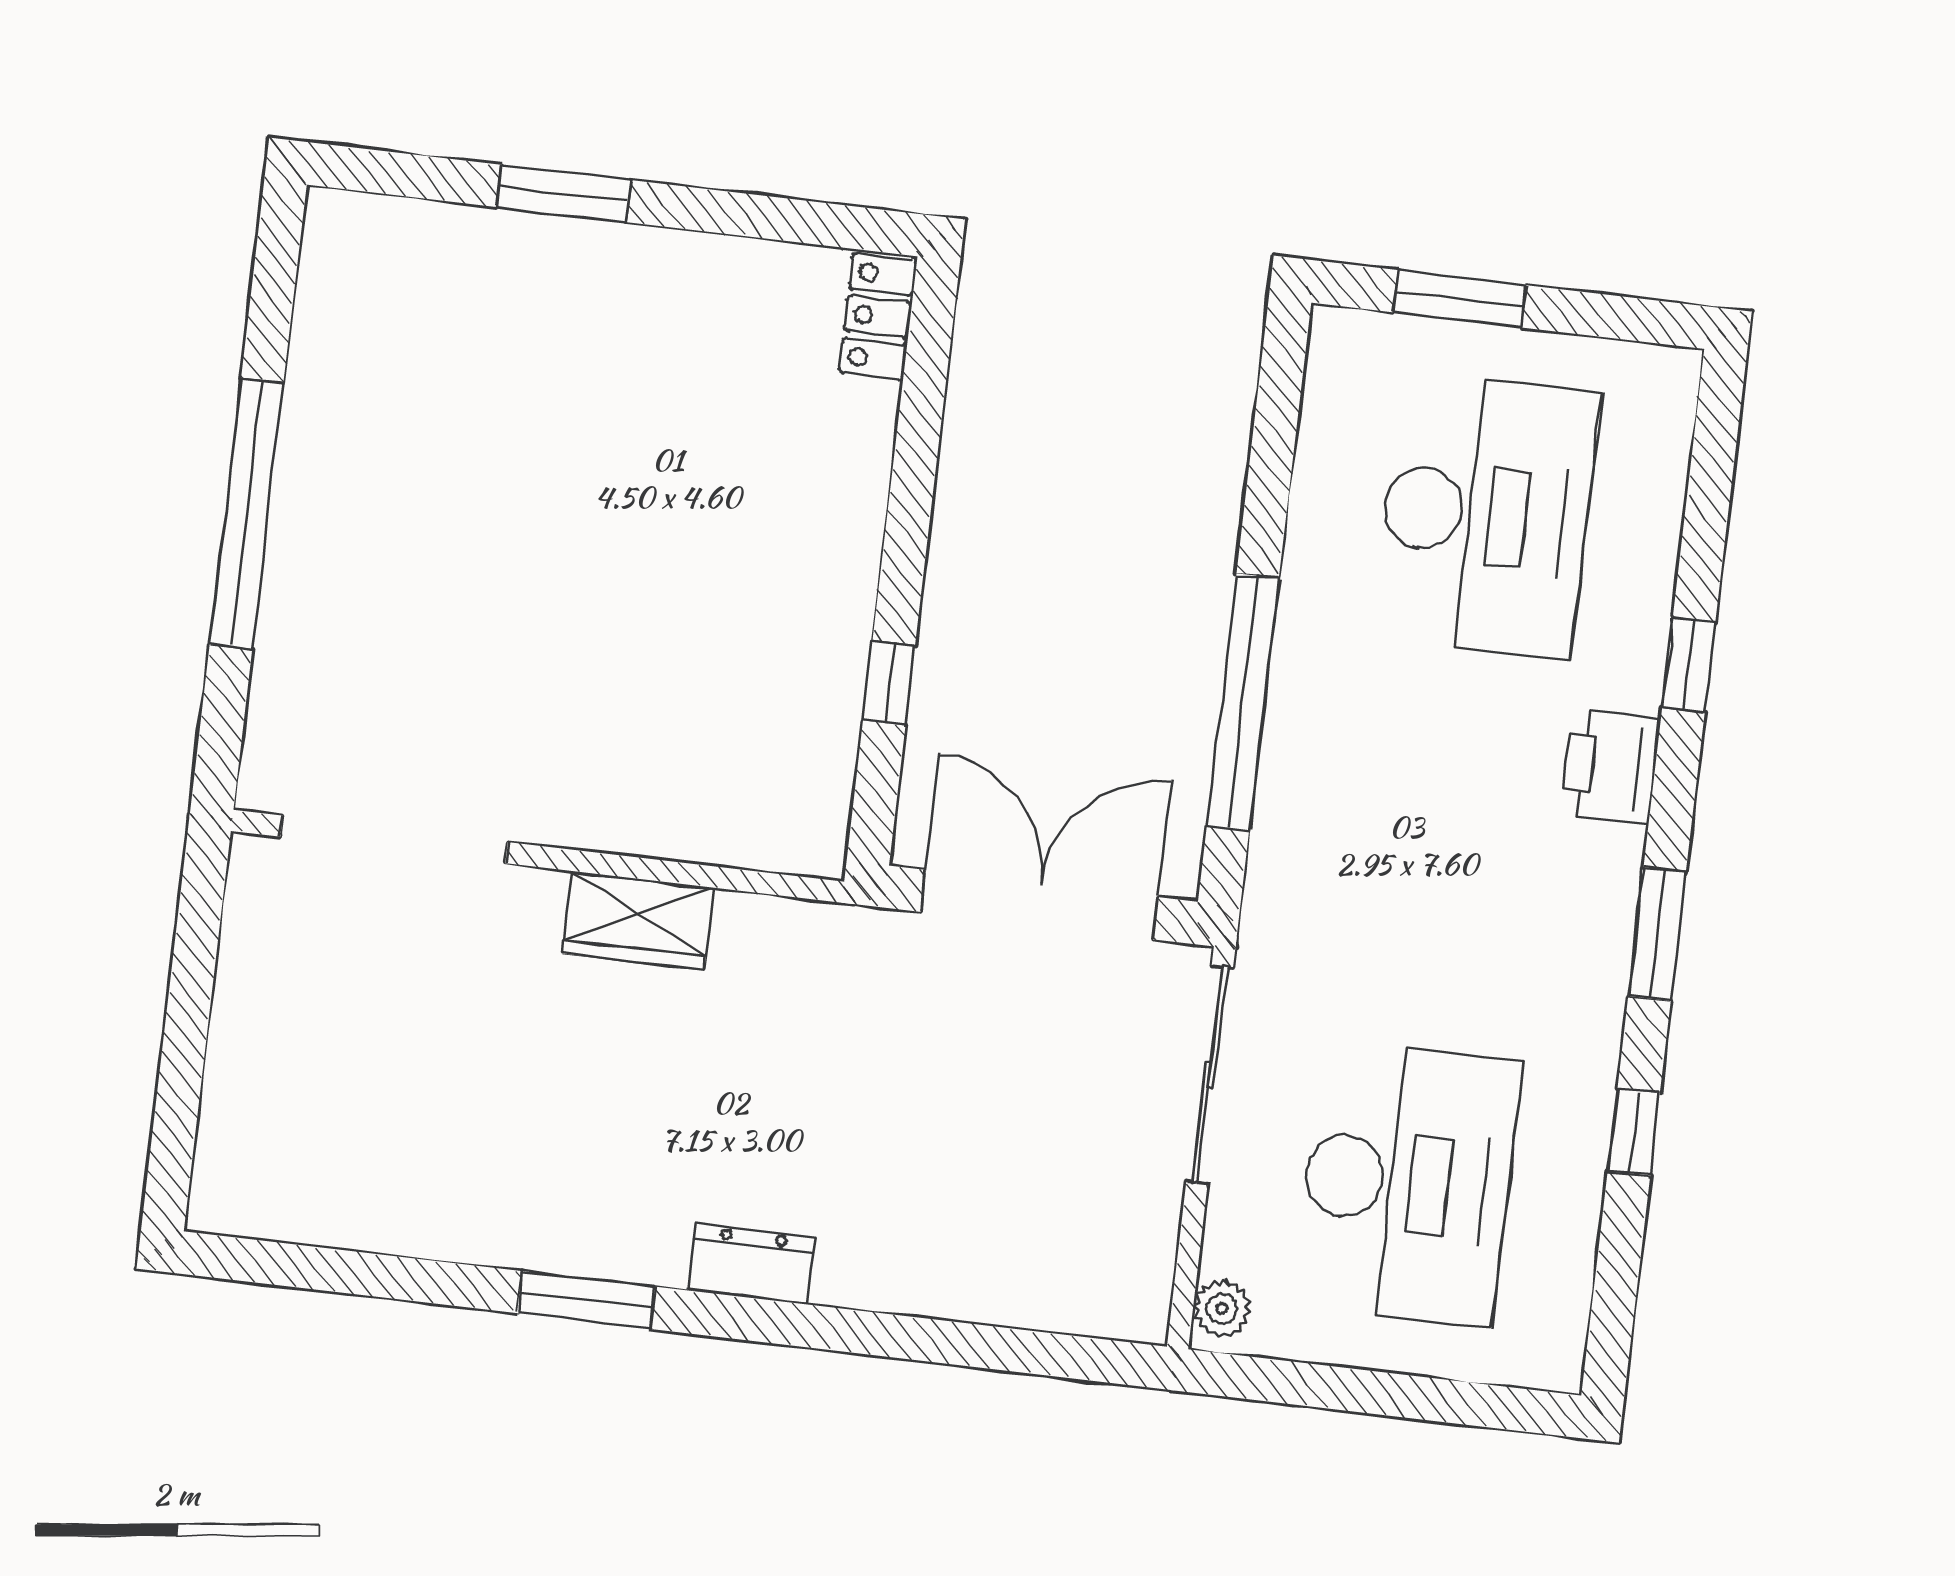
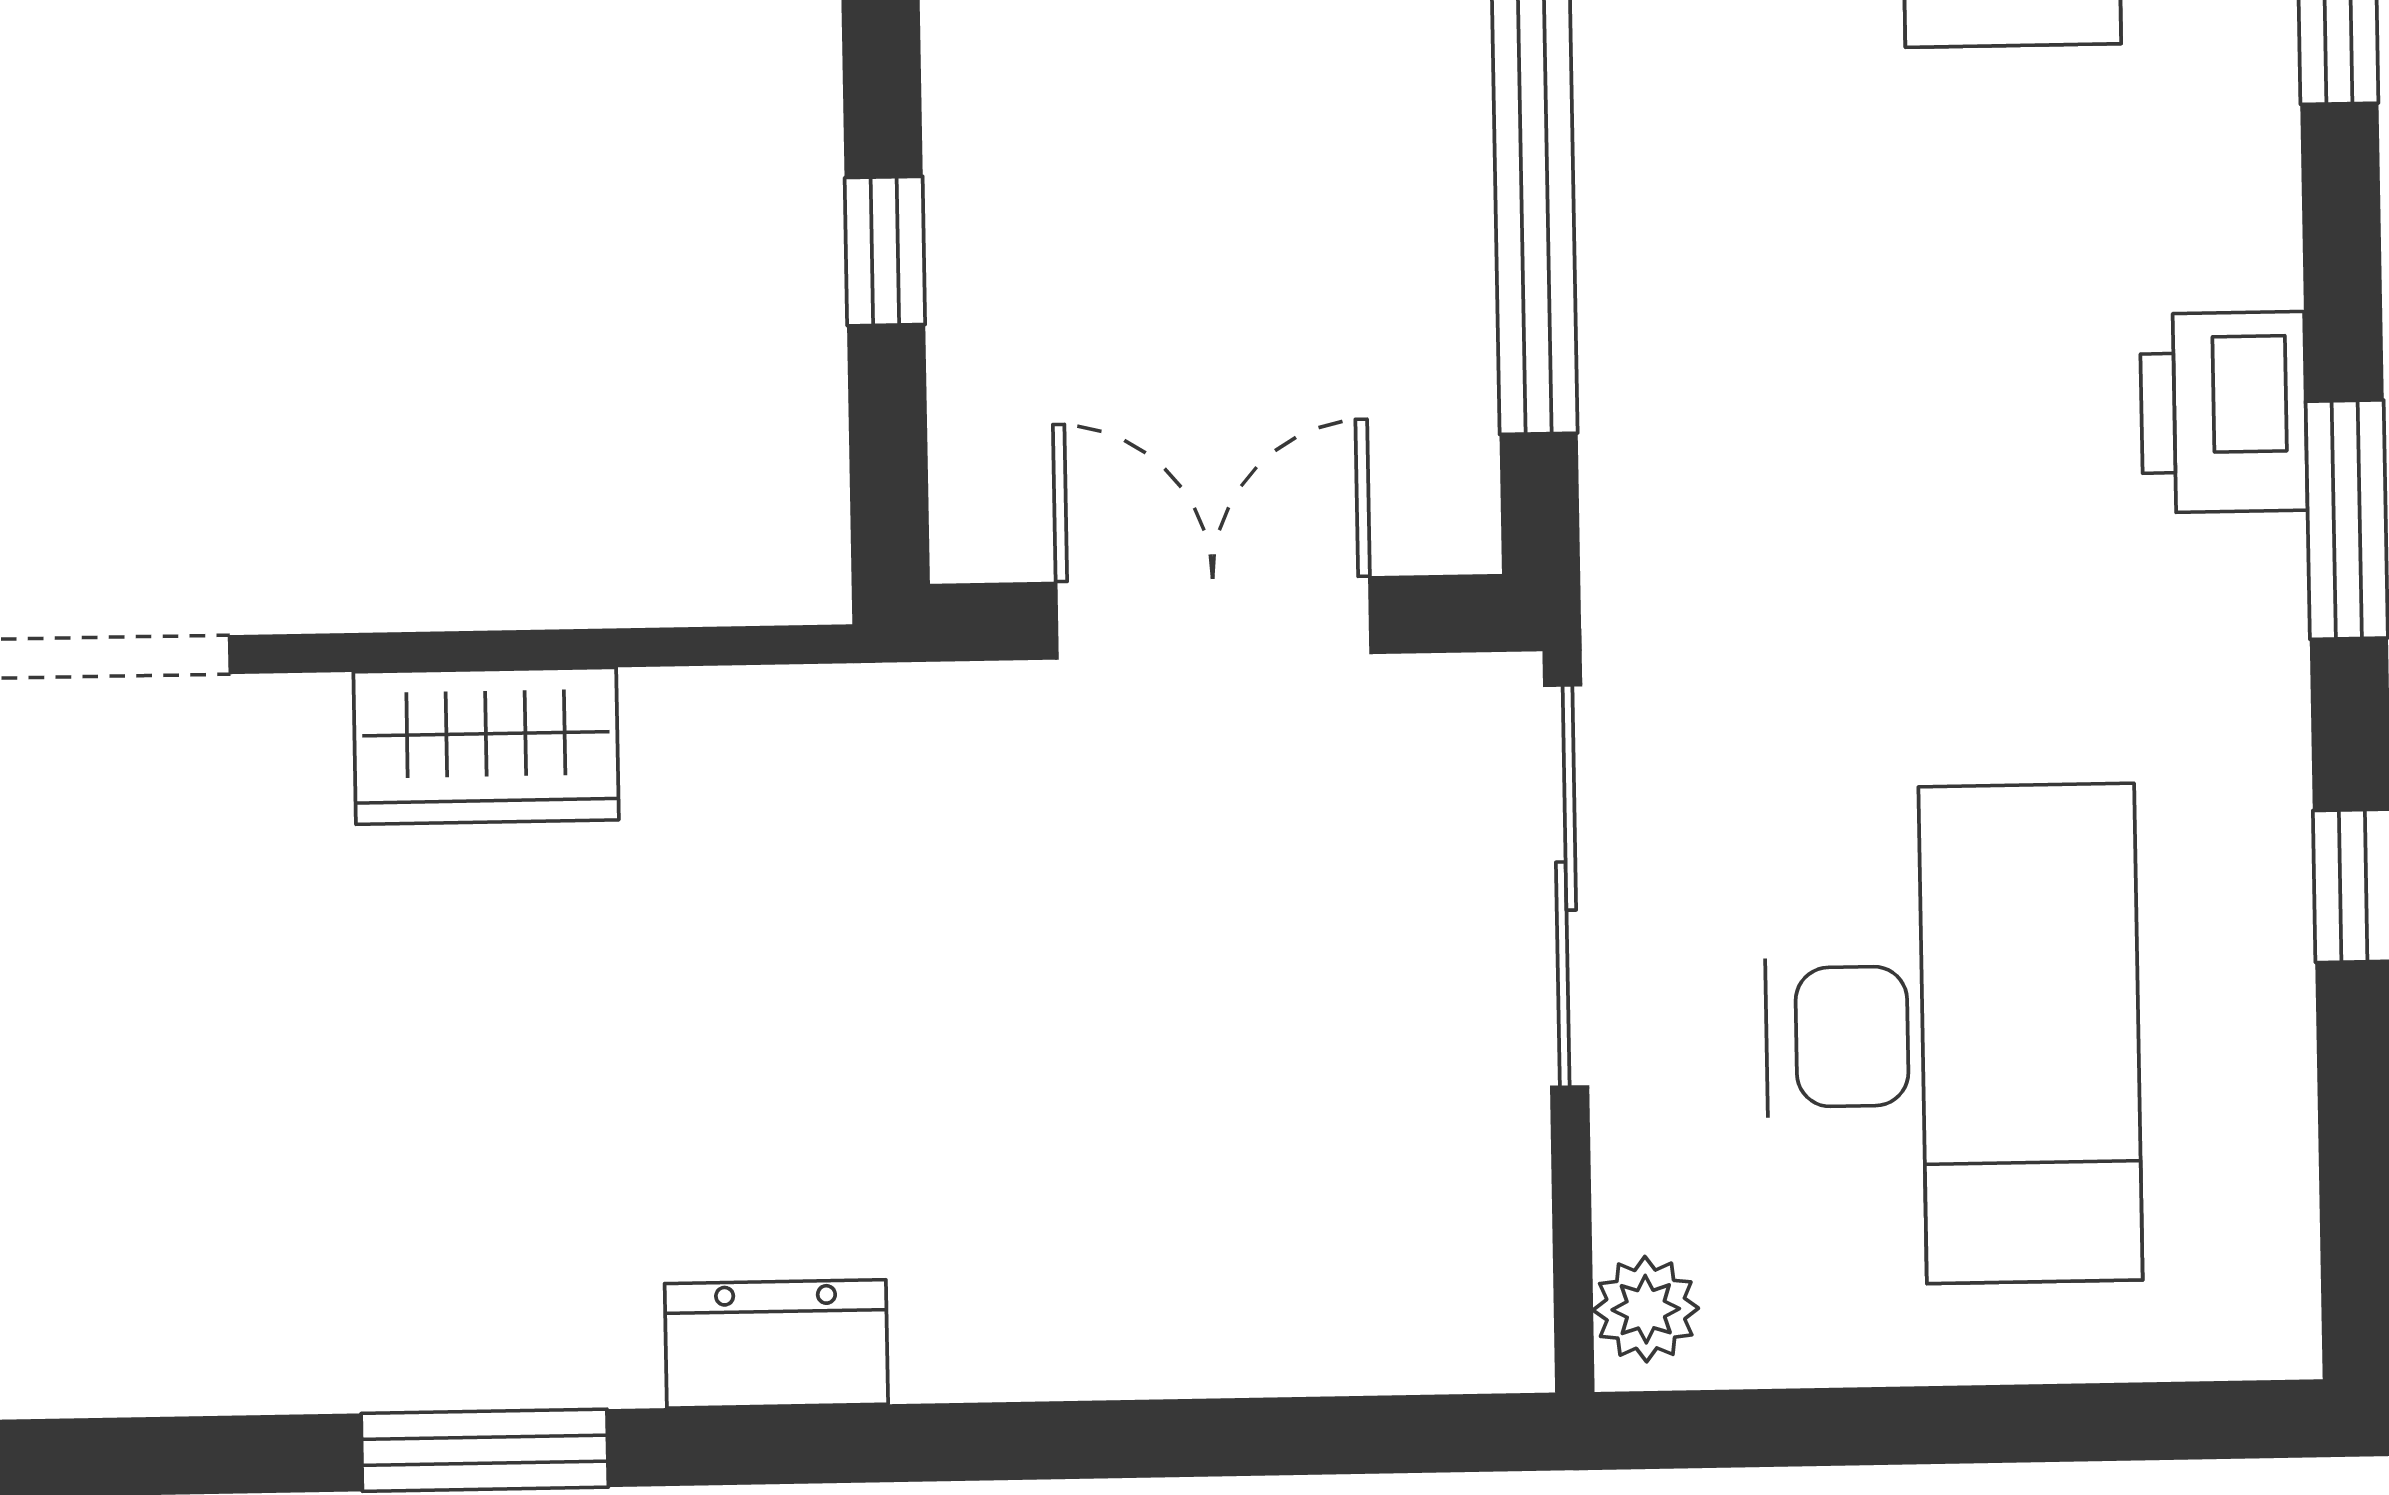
printer: (1610, 767) -> (2224, 412), moved
double door: (1039, 905) -> (1213, 618), width x0.73

